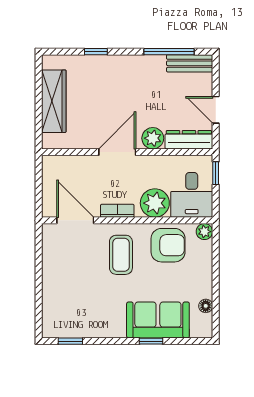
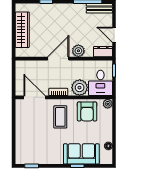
dresser: (189, 140) -> (103, 52), width x0.70
armchair: (168, 245) -> (87, 111), turned 90

